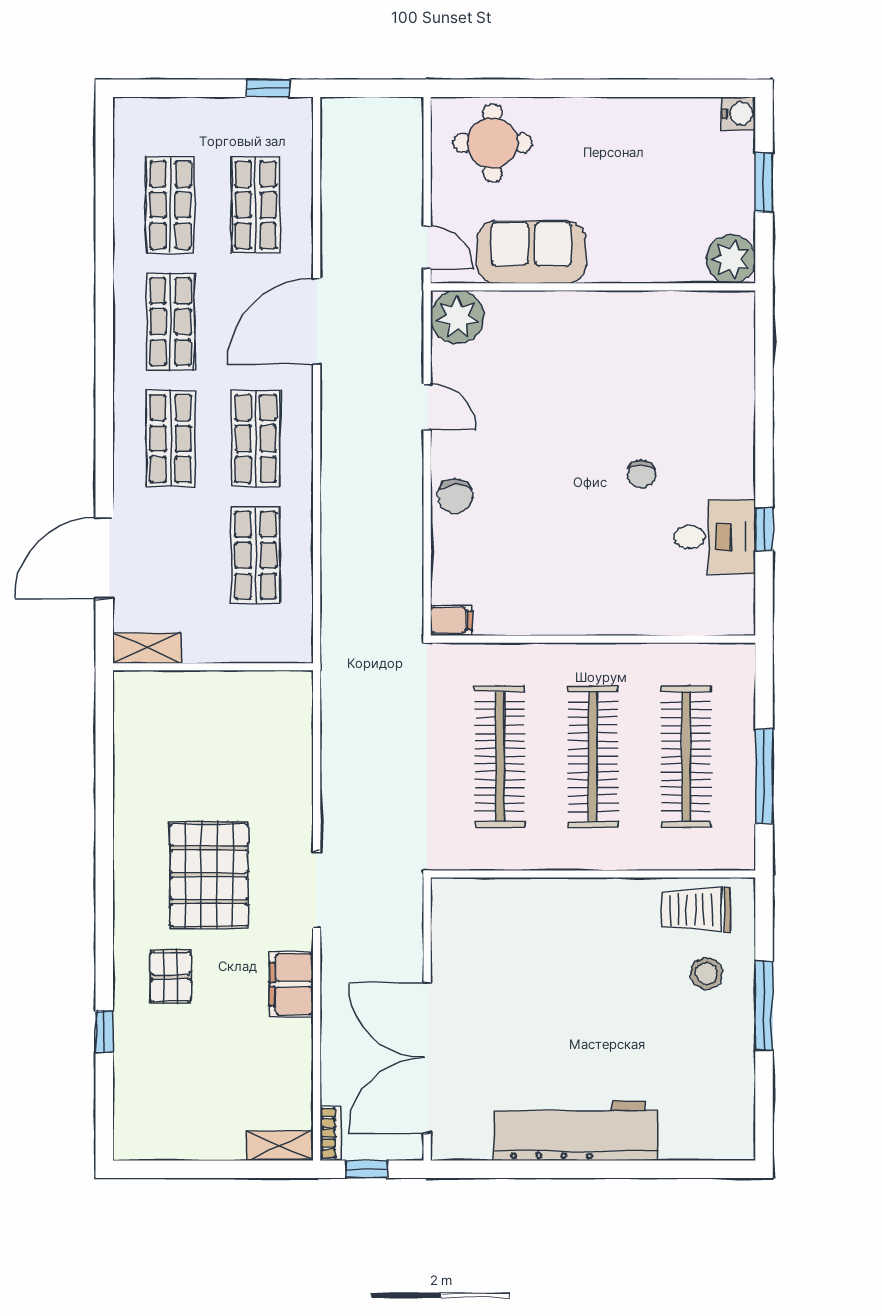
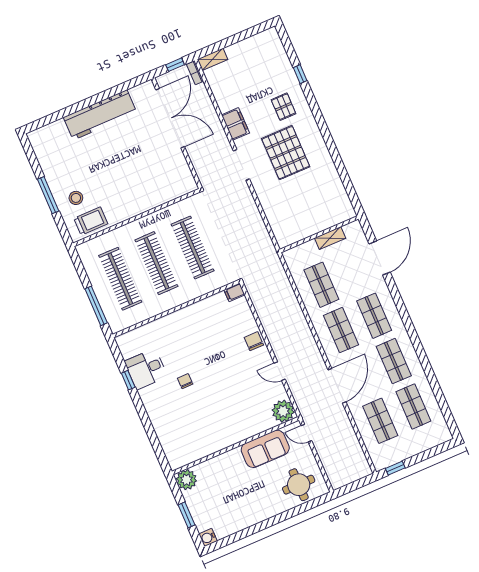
shelving: (147, 648) -> (330, 238), moved
window: (764, 776) -> (96, 306), moved

